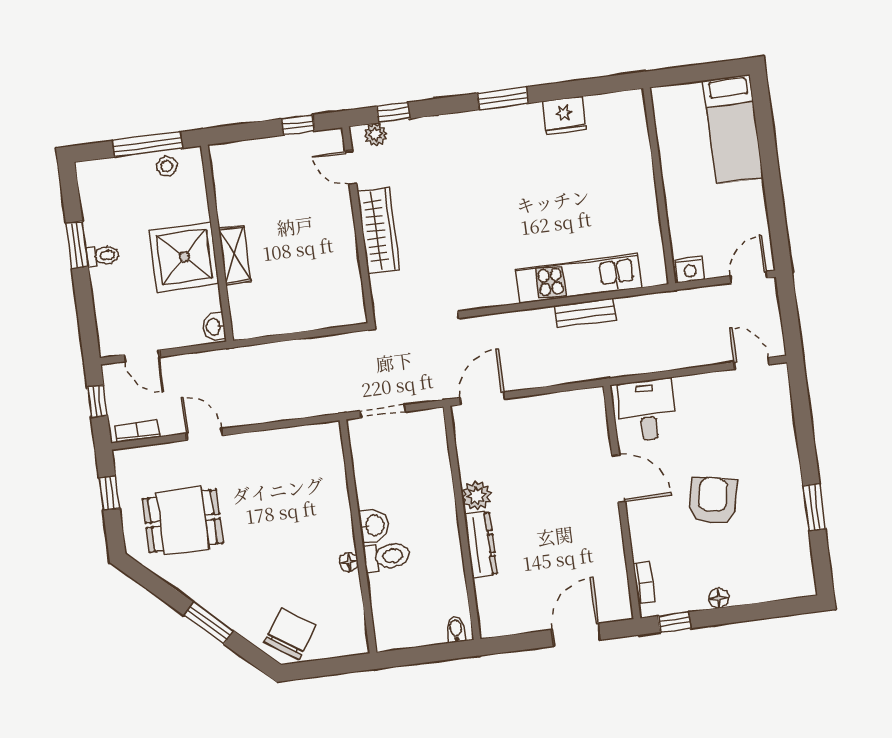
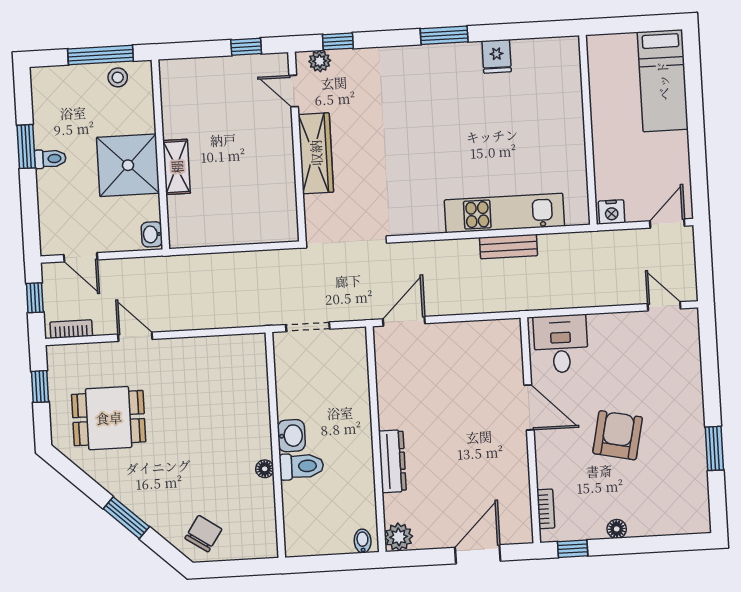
fridge: (564, 116) -> (497, 56), width x0.72
plant: (476, 496) -> (399, 537), moved
chair: (290, 634) -> (203, 534), width x0.73, depth x0.73

